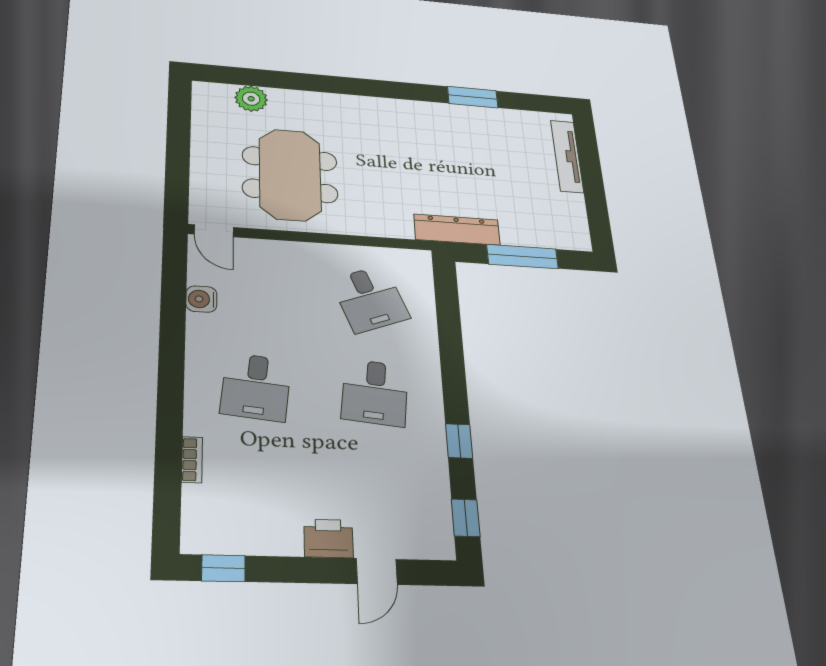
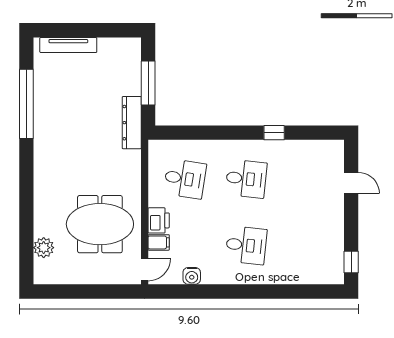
window: (473, 97) -> (26, 104), width x2.11
filing cabinet: (260, 254) -> (159, 242), added
desk: (370, 299) -> (185, 179), turned 30
bookcase: (192, 460) -> (291, 279), removed
window: (466, 518) -> (320, 133), removed
printer: (328, 538) -> (159, 220), moved, turned 180

